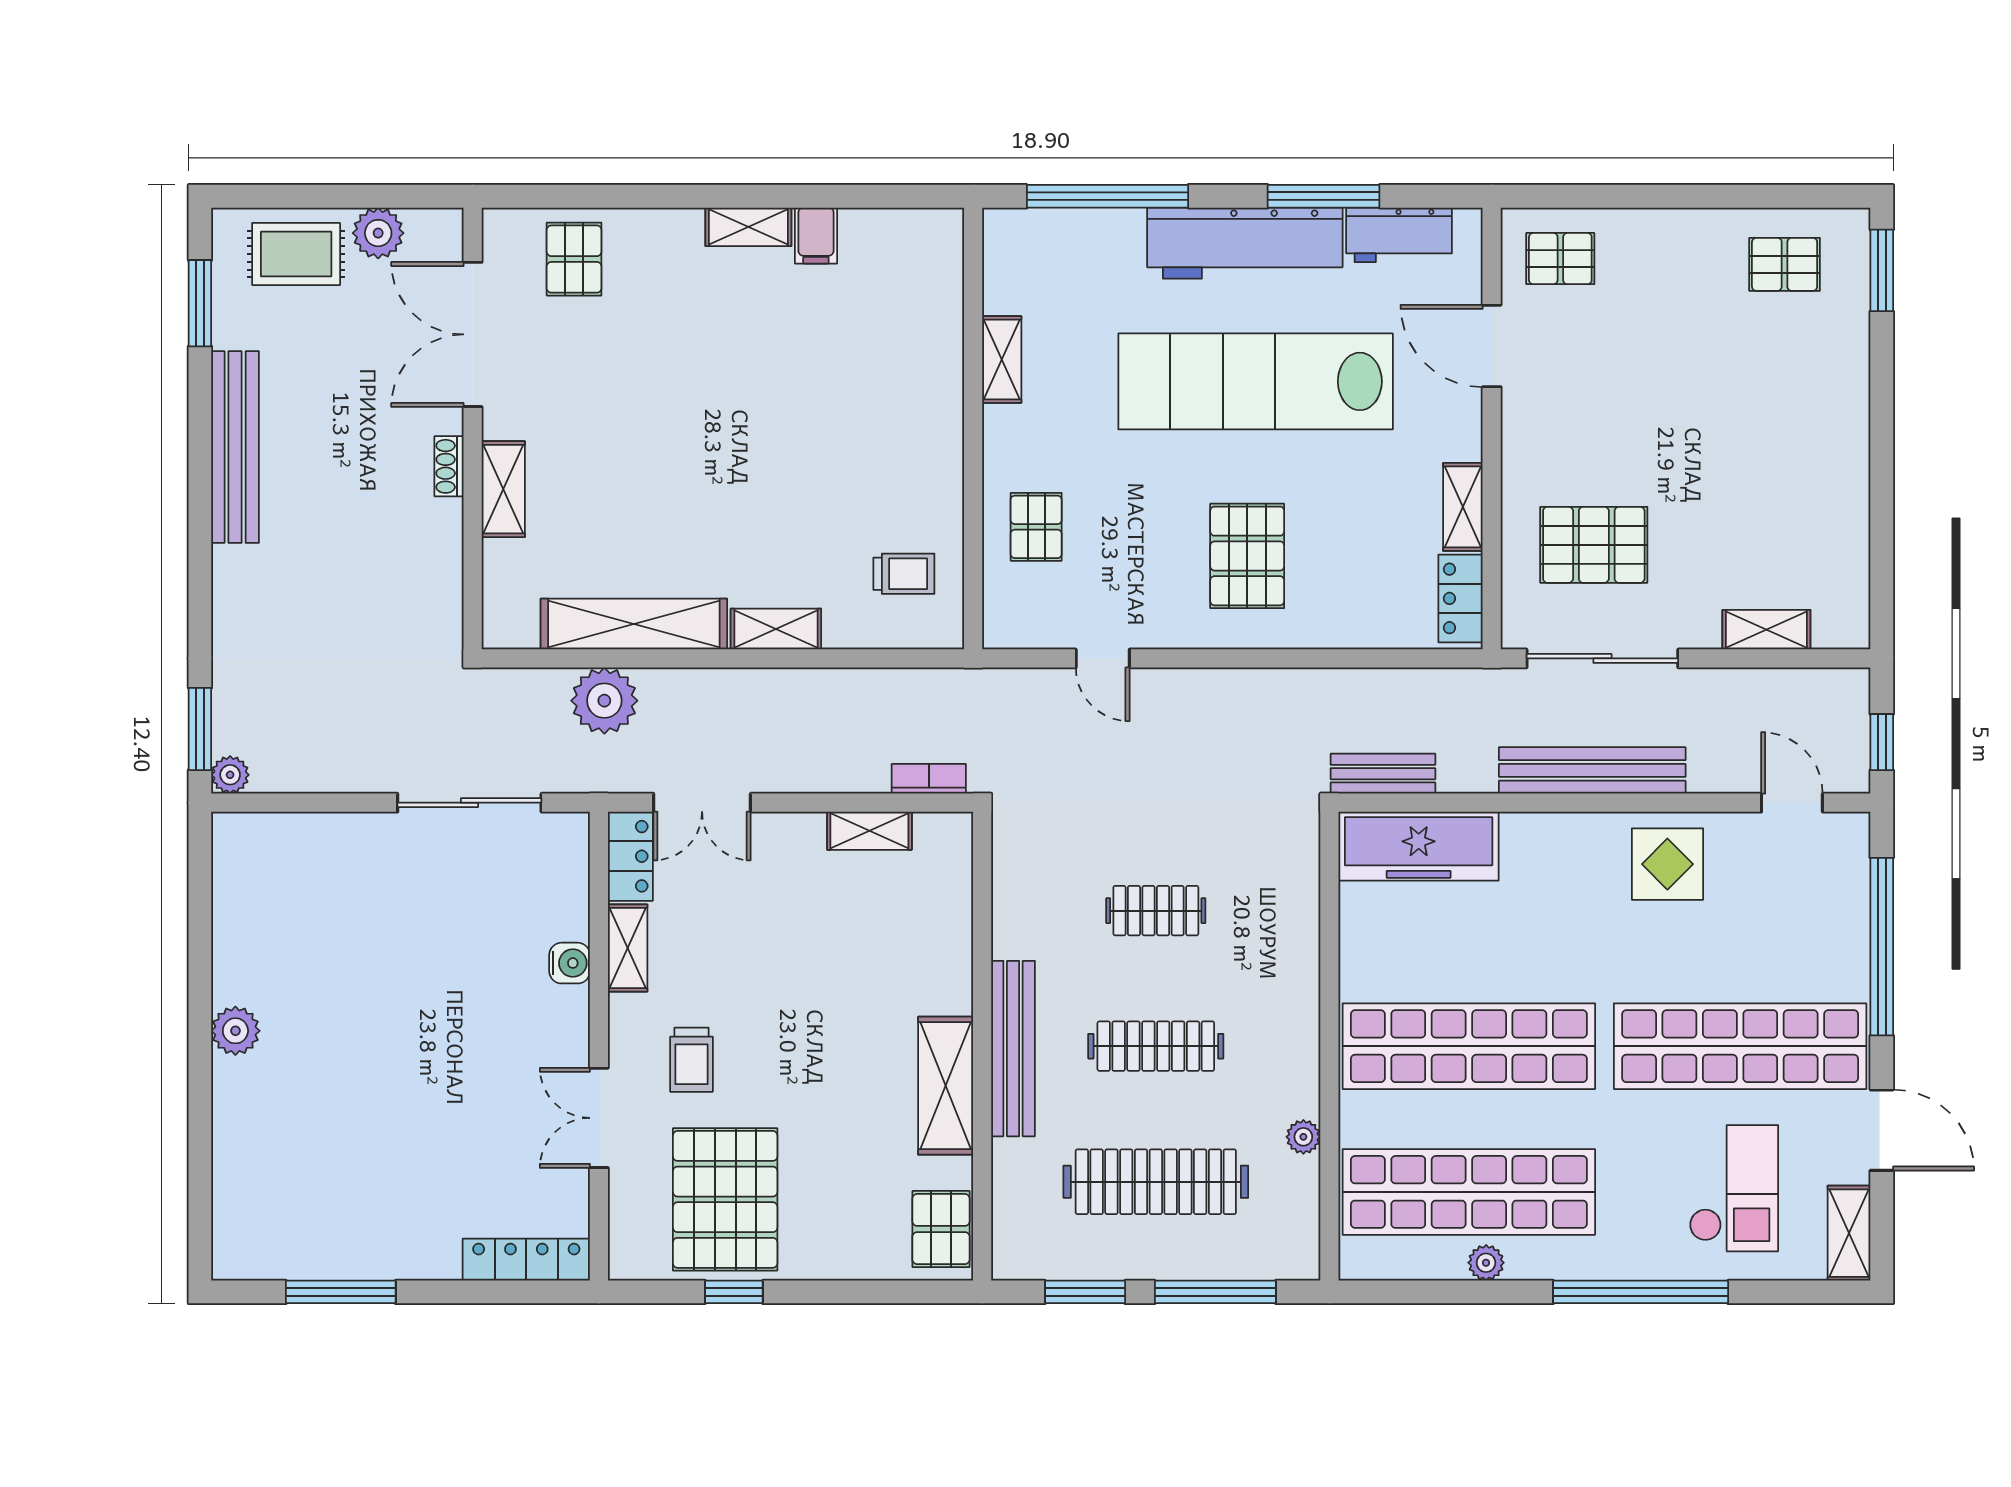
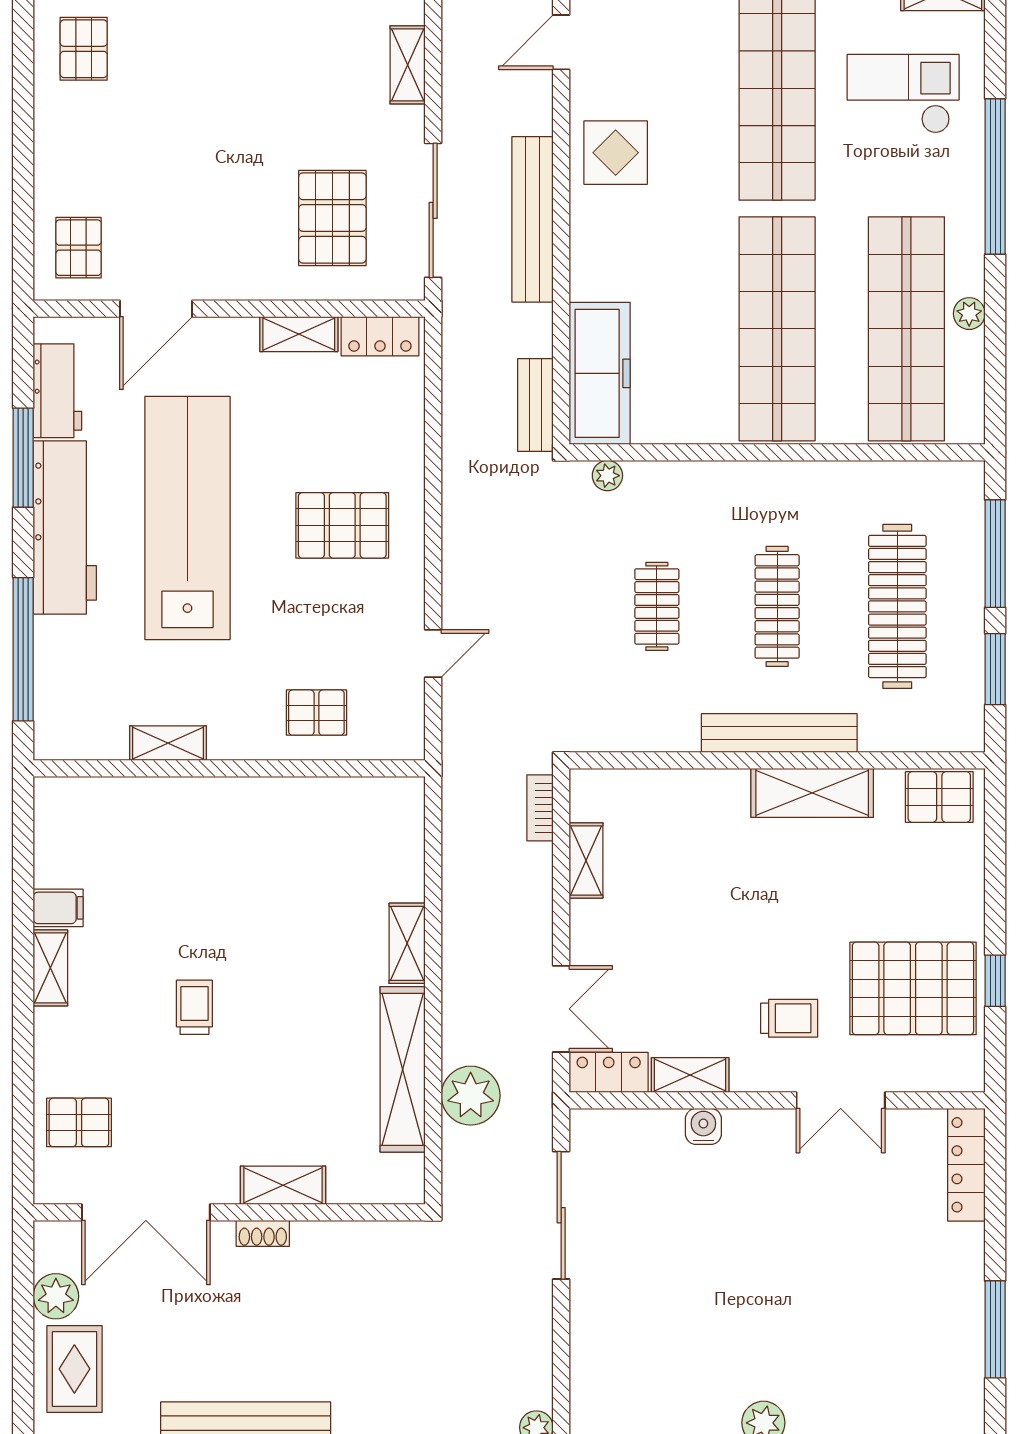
lab bench: (1256, 381) -> (187, 518), turned 180
trolley: (904, 574) -> (194, 1007), moved
plant: (1303, 1137) -> (607, 476), moved

